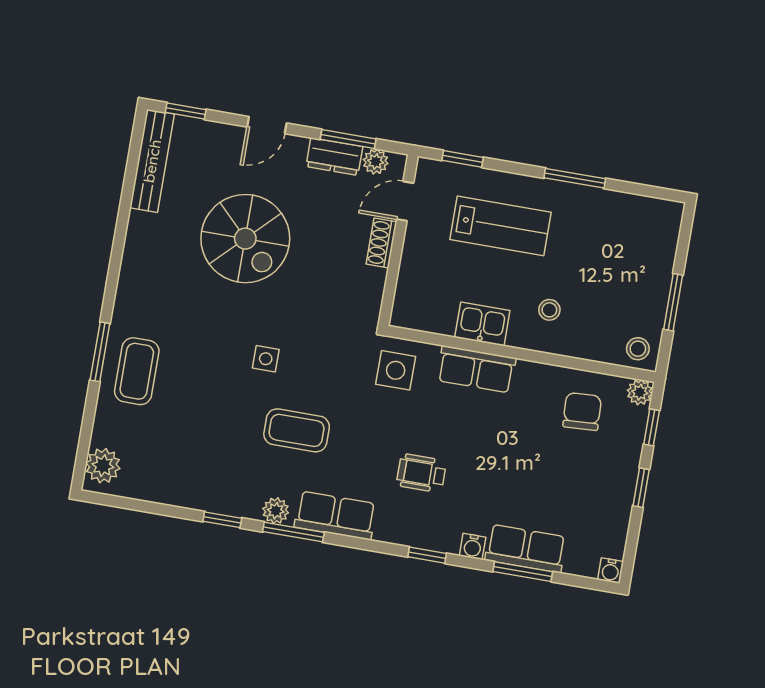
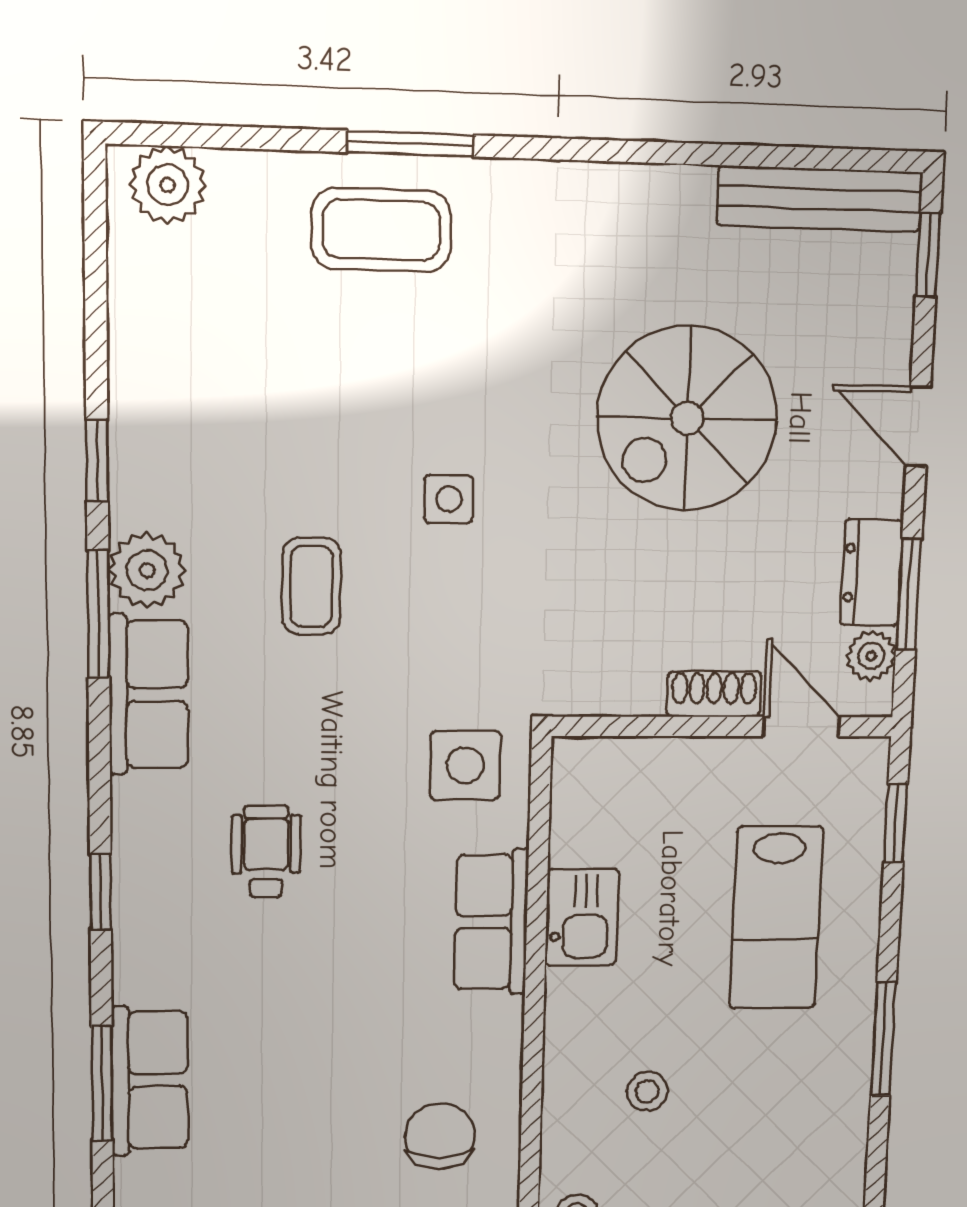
stool: (549, 310) -> (647, 1091), moved
chair: (582, 412) -> (440, 1136), turned -87
coffee table: (297, 430) -> (311, 586), width x0.73, depth x0.77
plant: (276, 511) -> (147, 570), width x1.38, depth x1.38
water cooler: (473, 546) -> (135, 978), removed

